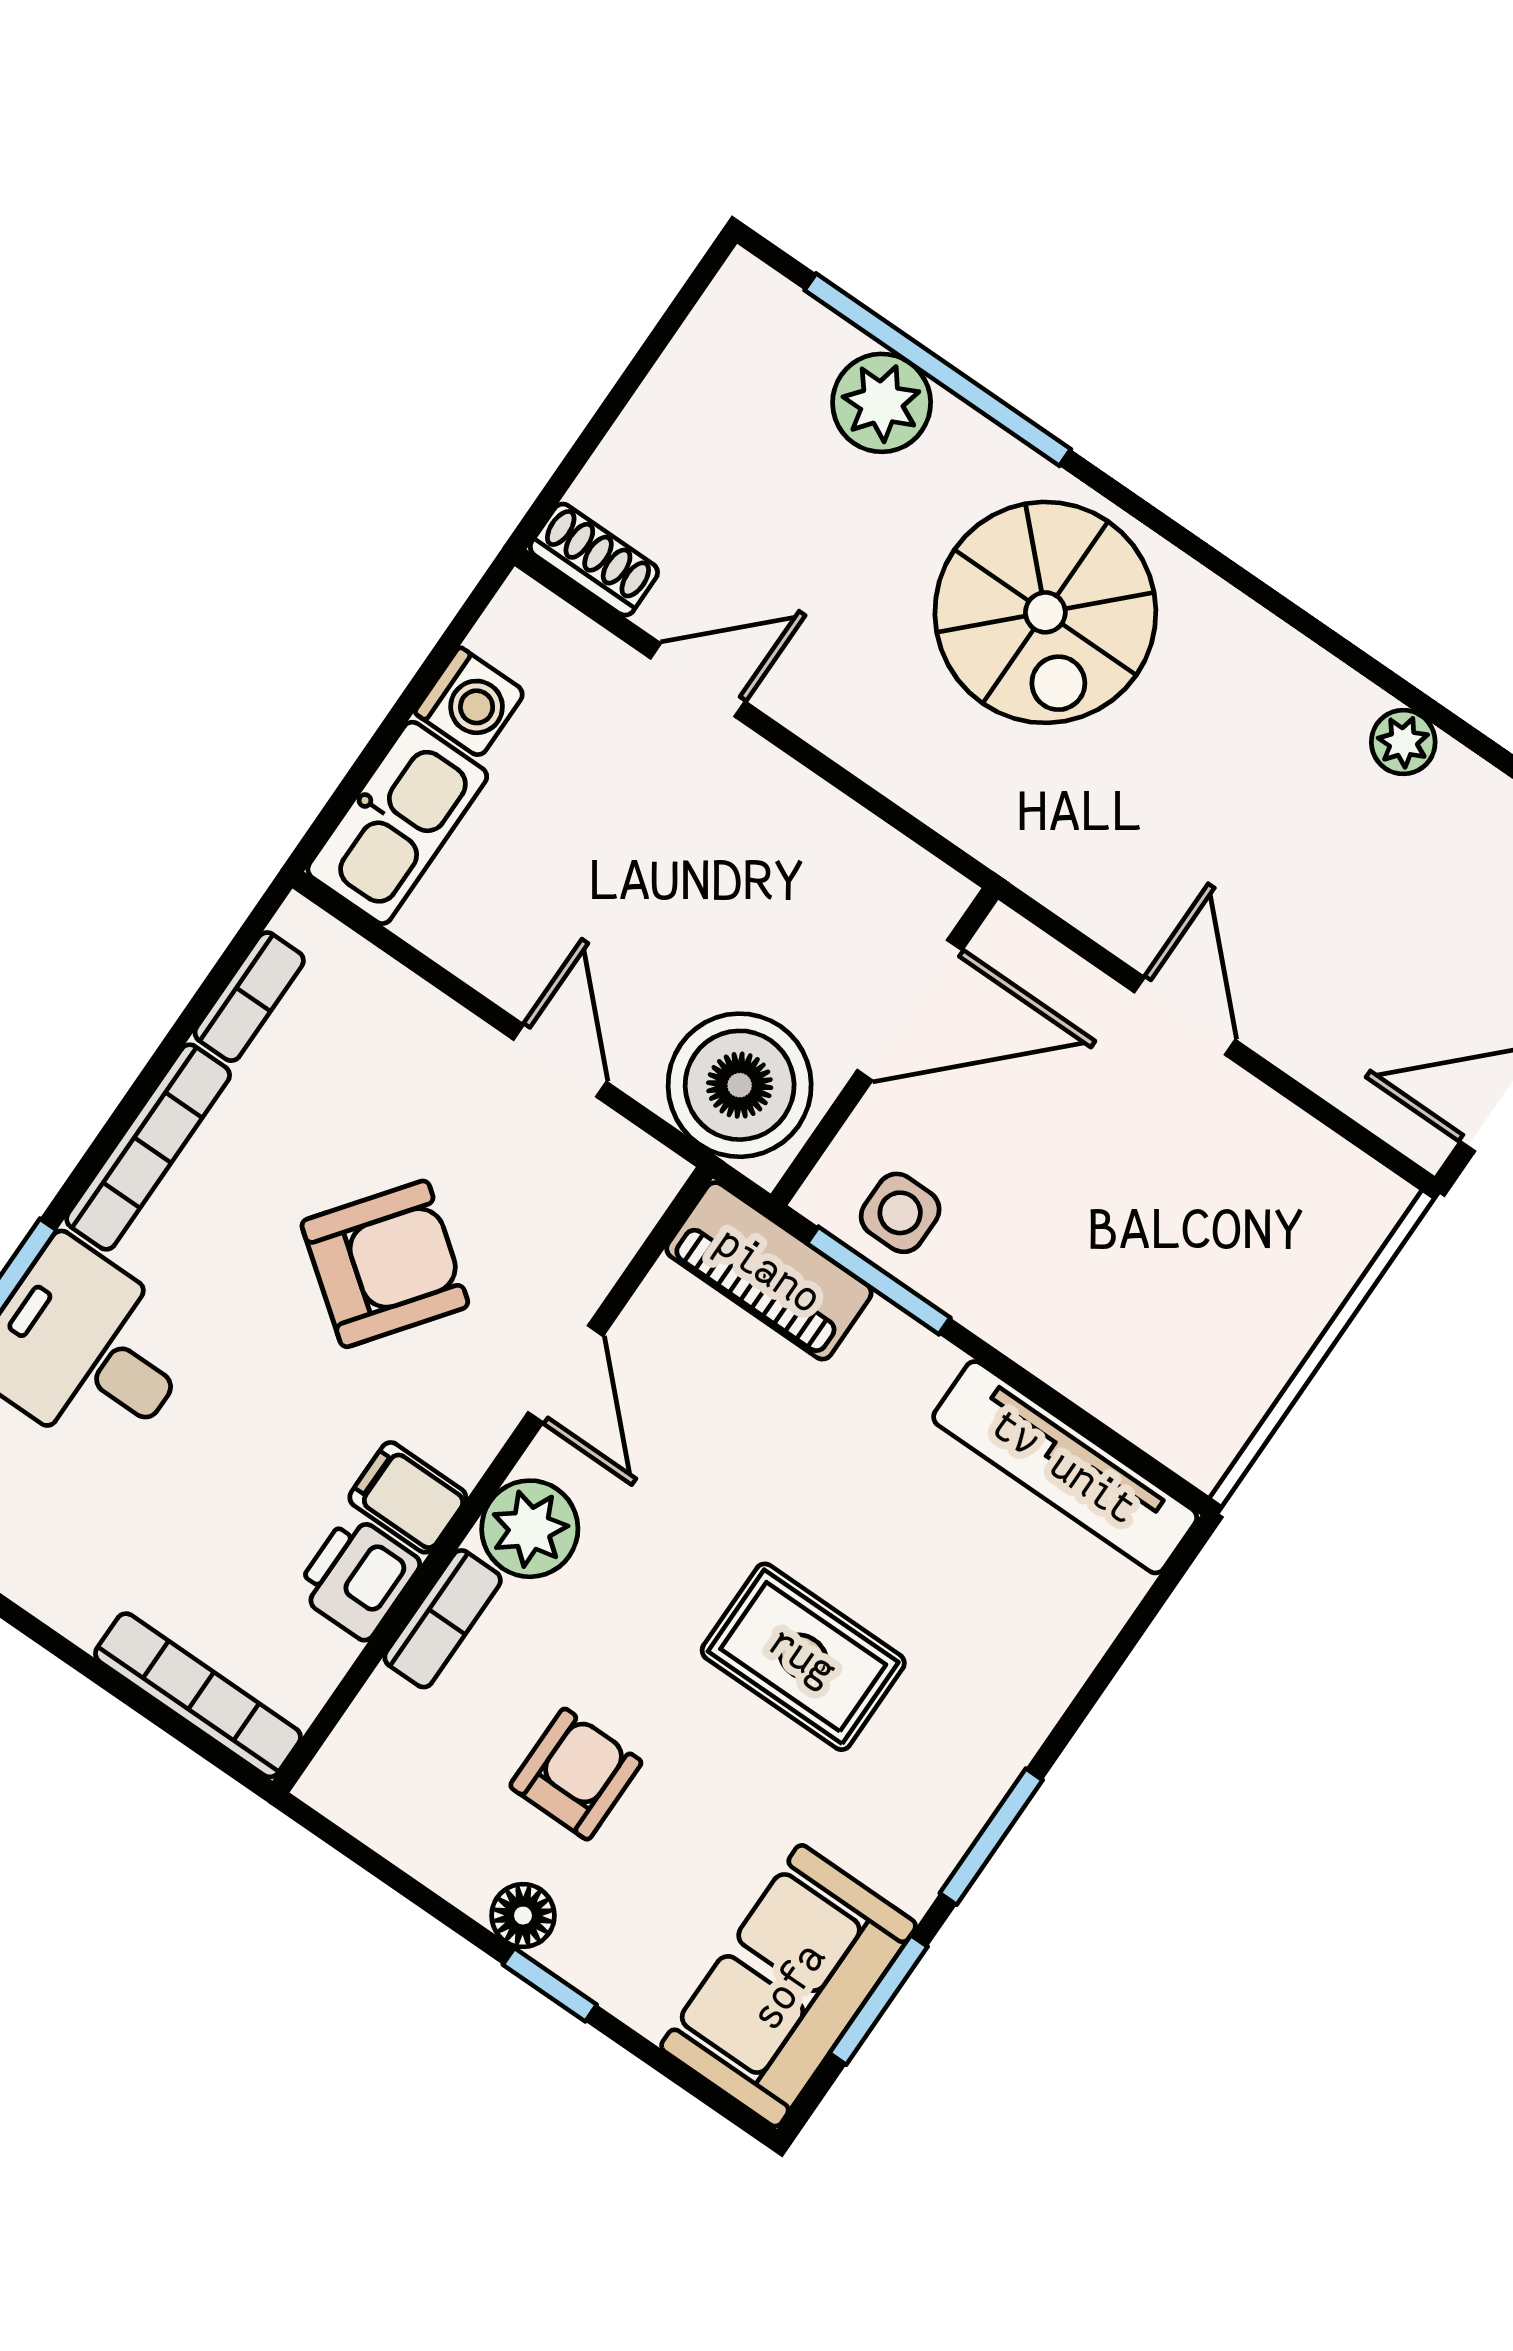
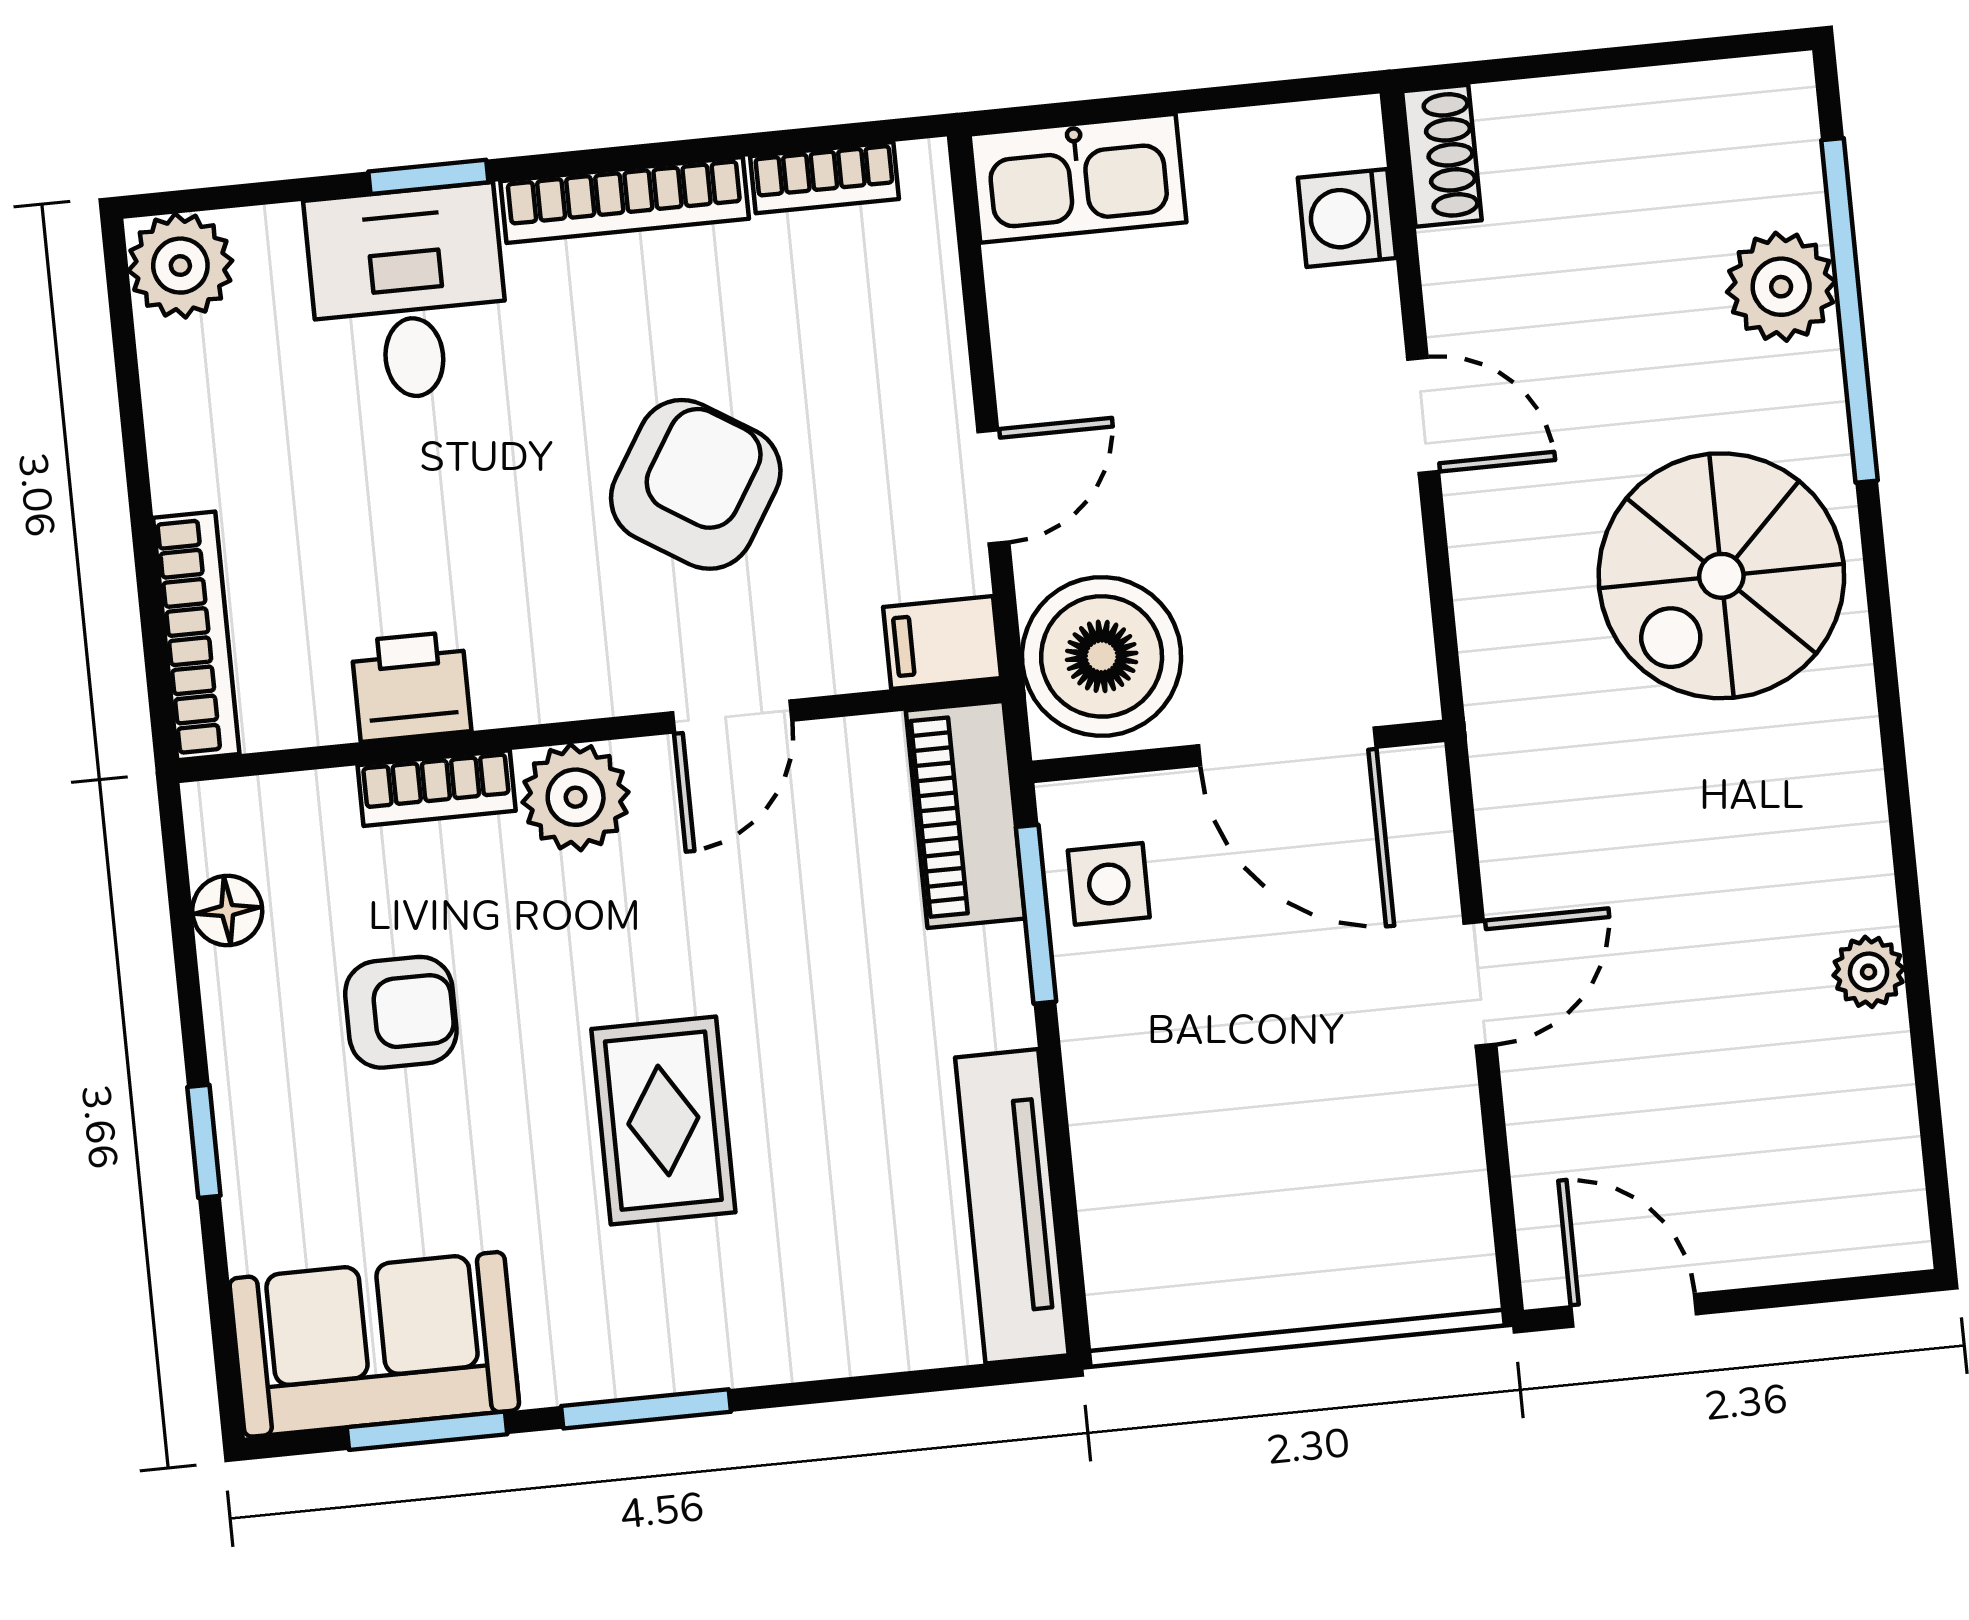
door: (698, 680) -> (1423, 415), moved
washing machine: (470, 702) -> (1347, 218), moved, turned 90
armchair: (385, 1264) -> (696, 484), turned -95
filing cabinet: (408, 1497) -> (942, 643), moved, turned -90
floor lamp: (523, 1916) -> (227, 910), moved

